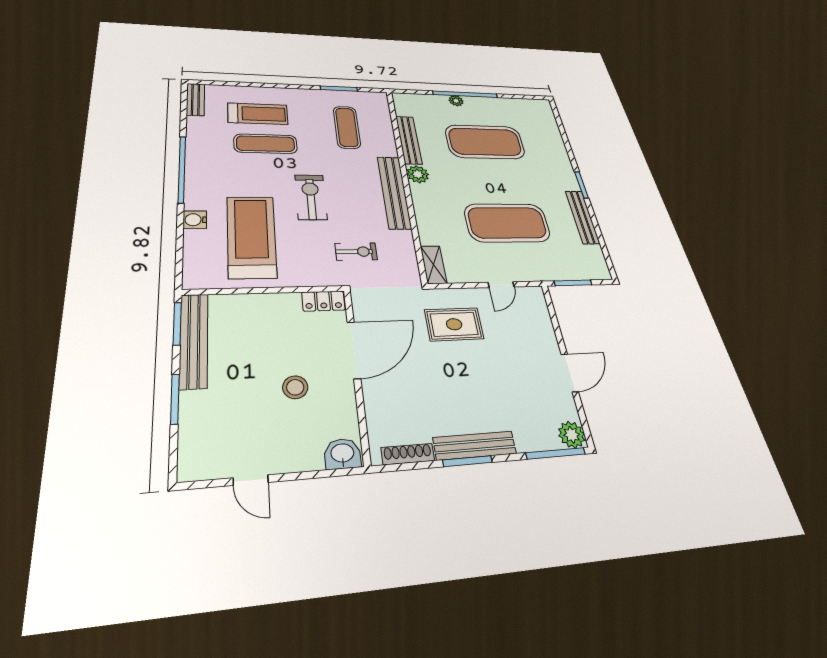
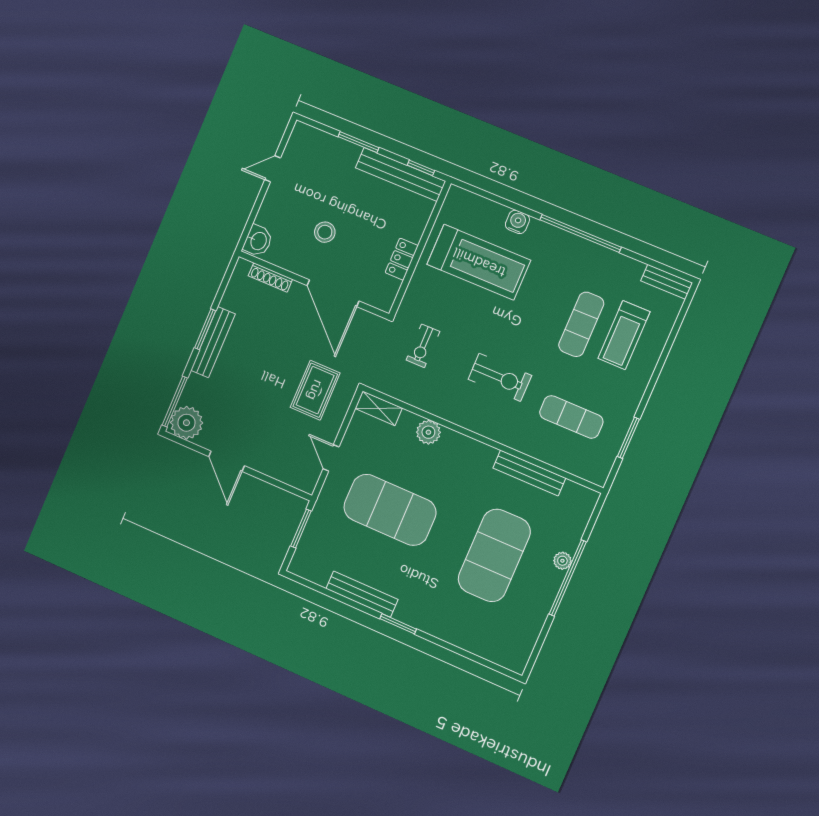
plant: (418, 174) -> (428, 432), moved
bench: (394, 192) -> (472, 419), removed
exercise bike: (311, 197) -> (500, 377), moved
exercise mat: (507, 223) -> (390, 510), turned 90
locker: (323, 301) -> (402, 259), moved
window: (177, 324) -> (421, 168), width x0.67
plant: (572, 435) -> (186, 423), width x1.36, depth x1.36
shoe rack: (408, 454) -> (270, 277), moved, turned 90

